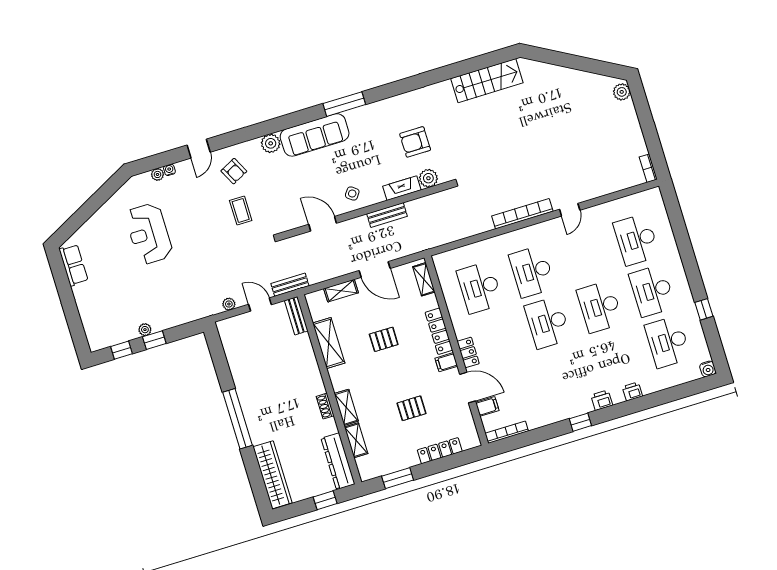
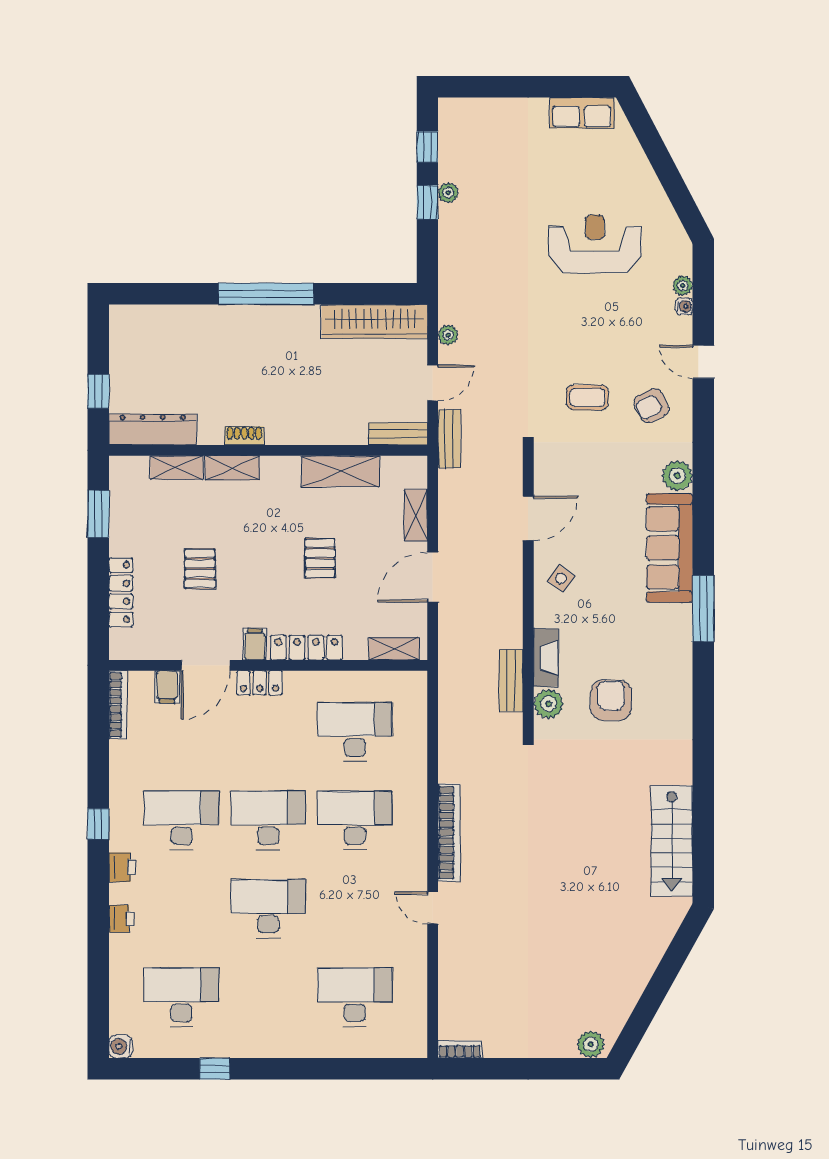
bench: (387, 215) -> (511, 680), moved
desk: (652, 291) -> (181, 820), moved
wardrobe: (272, 475) -> (374, 322), moved

